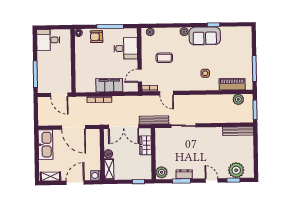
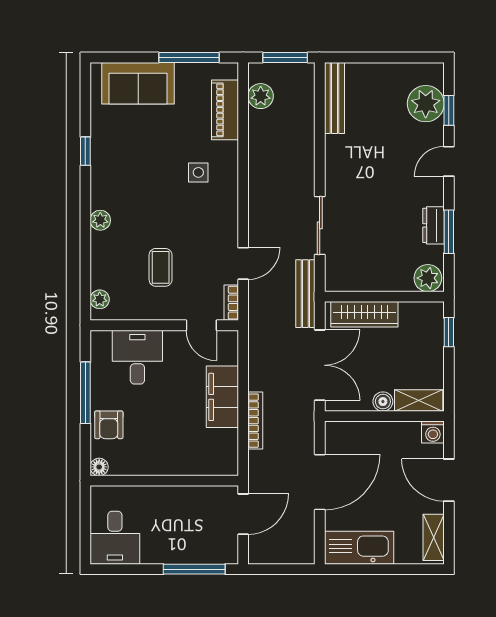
sofa: (205, 36) -> (138, 83), moved, turned 90
wardrobe: (146, 145) -> (364, 314), width x1.50

